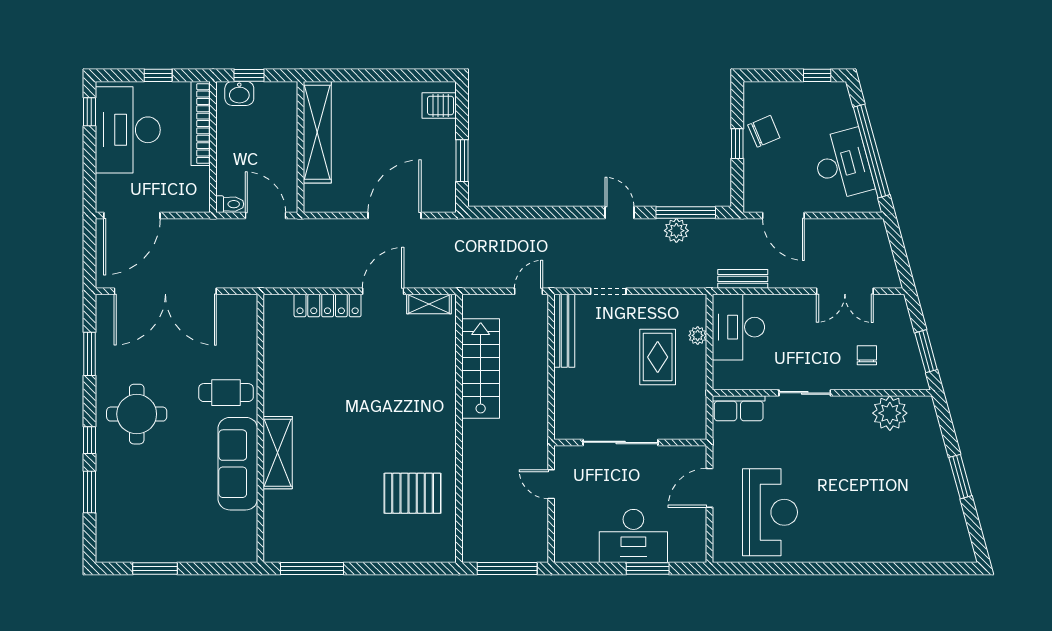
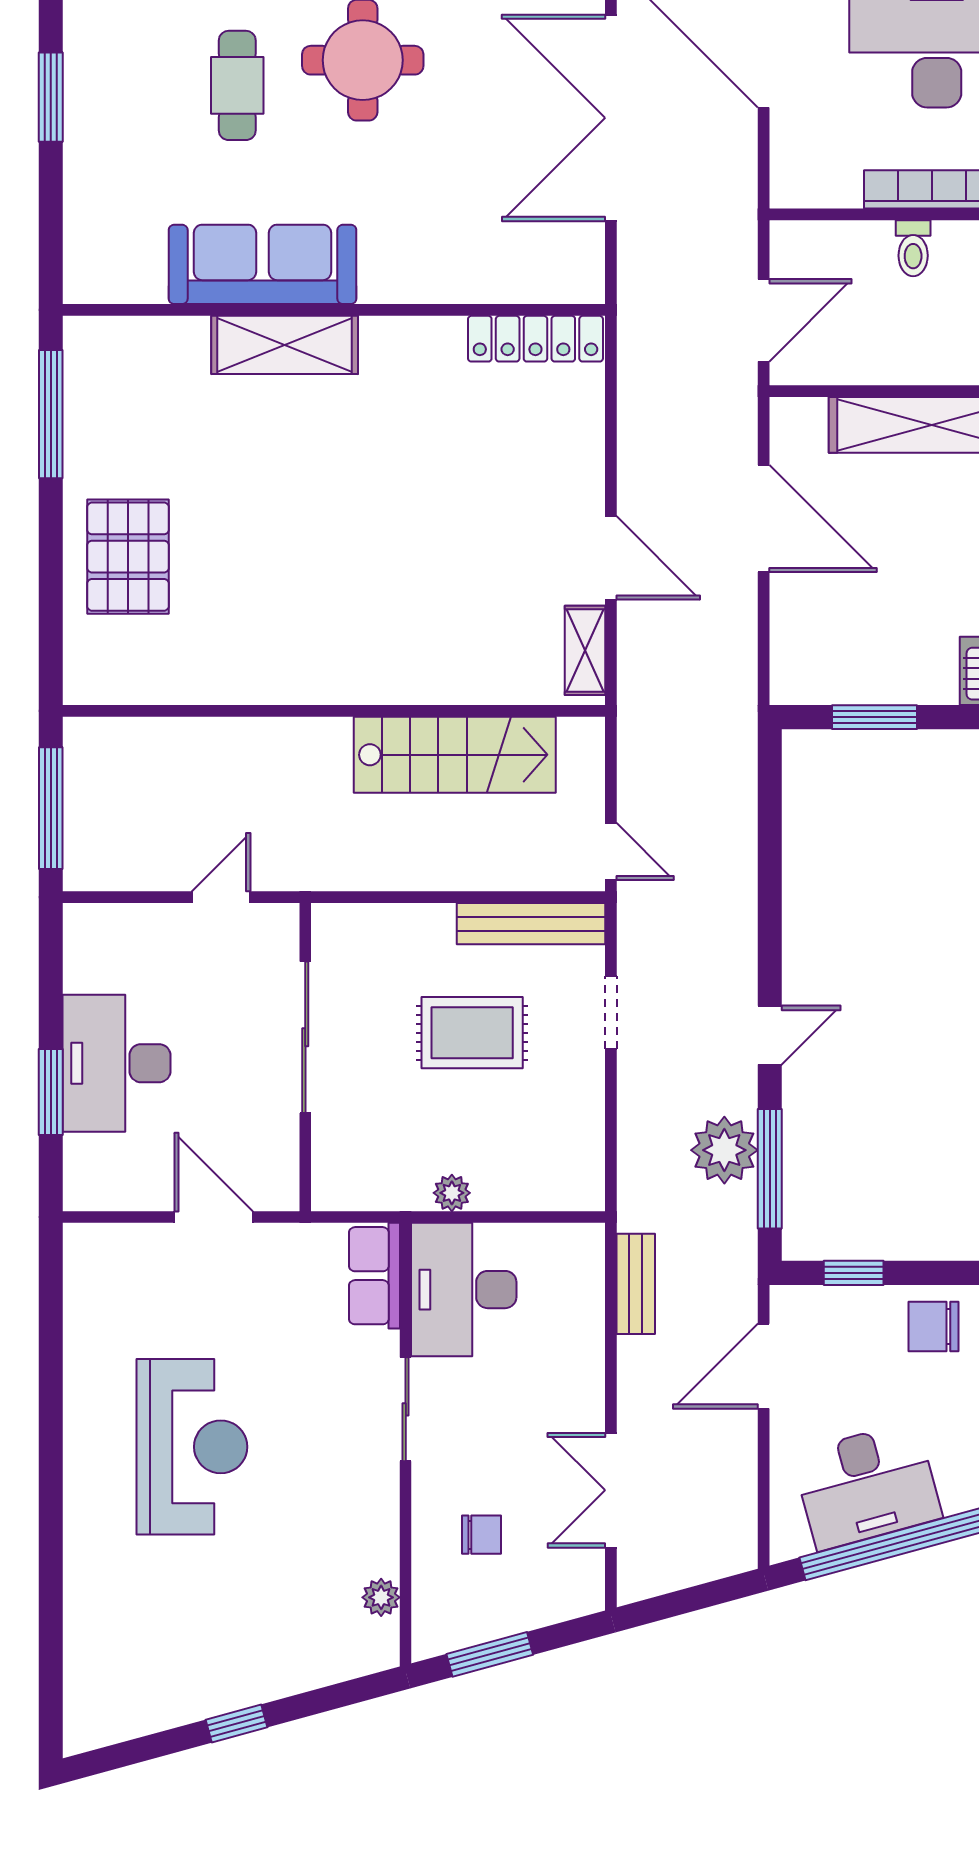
chair: (764, 131) -> (934, 1327), turned 113
window: (737, 144) -> (854, 1273), moved
toilet: (230, 204) -> (913, 248), moved
door: (394, 216) -> (764, 518), moved
plant: (676, 231) -> (724, 1150), width x1.36, depth x1.36
locker: (328, 305) -> (535, 339), moved, turned -90
desk: (738, 327) -> (464, 1290), moved, turned -90
plant: (698, 335) -> (452, 1193), moved
rug: (658, 357) -> (472, 1033), moved
cafe table: (226, 393) -> (237, 85), moved
plant: (890, 413) -> (381, 1597), width x0.53, depth x0.53
window: (960, 477) -> (236, 1723), width x0.67
pallet: (413, 493) -> (128, 557), moved
reception desk: (770, 512) -> (192, 1447), moved, turned -90

